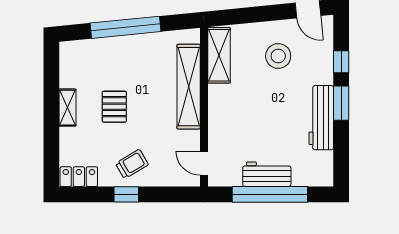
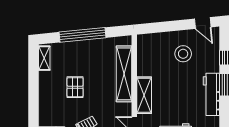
shelving: (219, 55) -> (144, 95), moved
shelving: (68, 108) -> (44, 58), moved

